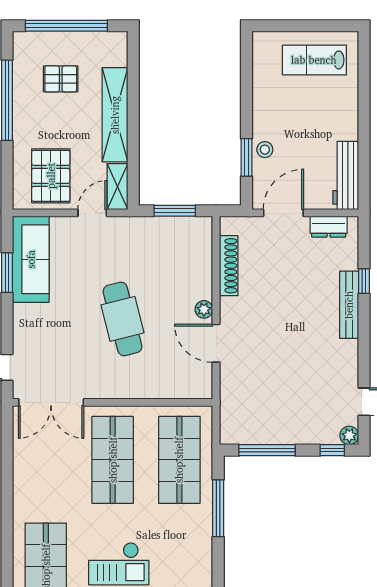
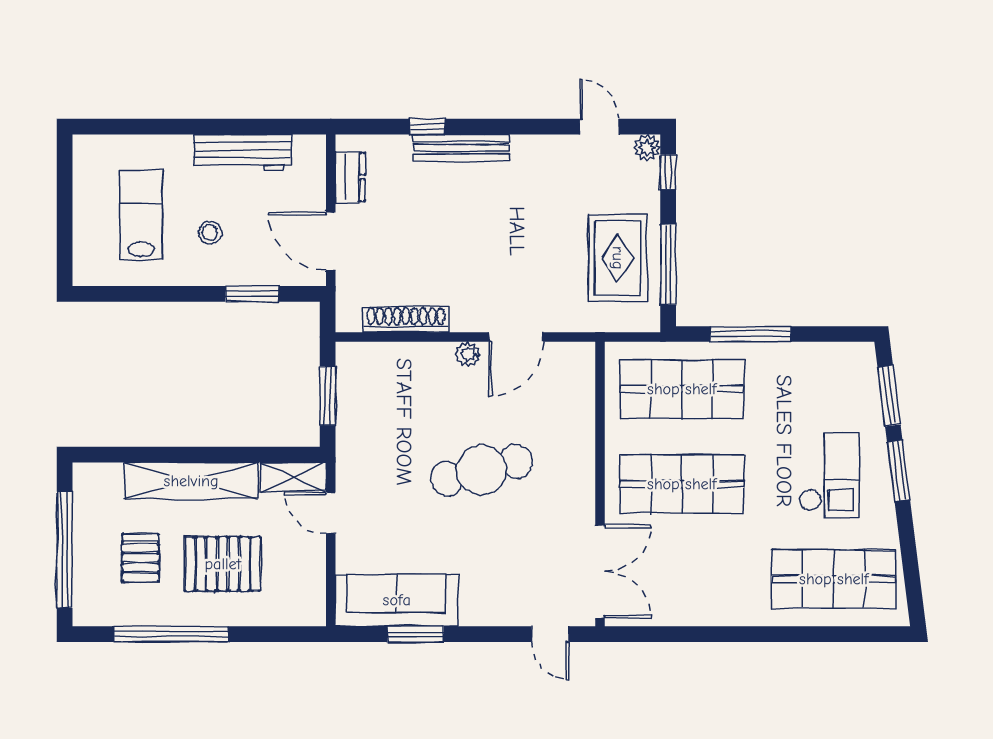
lab bench: (314, 60) -> (141, 215), moved, turned 180
stool: (265, 150) -> (210, 233), moved
pallet: (51, 176) -> (223, 564), moved
workbench: (346, 176) -> (243, 153), moved
rug: (272, 415) -> (618, 258), added

